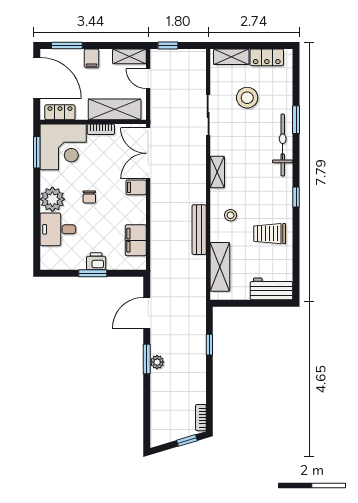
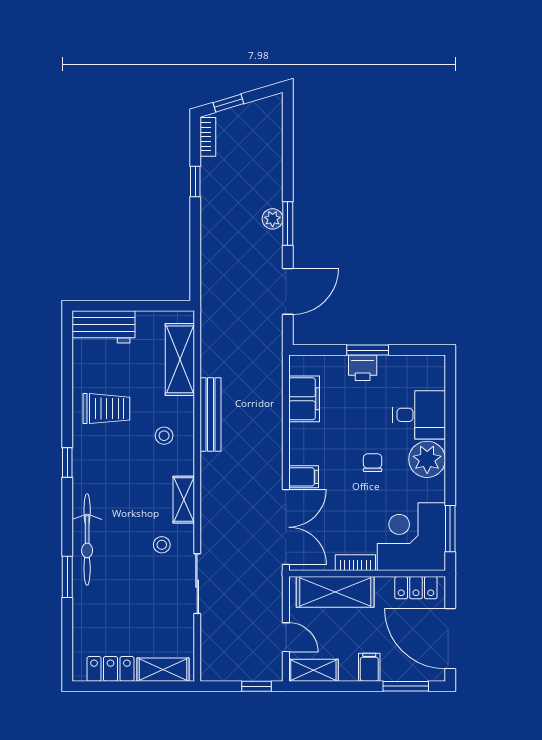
stool: (247, 98) -> (162, 545), moved, width x0.53, depth x0.53
window: (209, 345) -> (195, 181), moved

